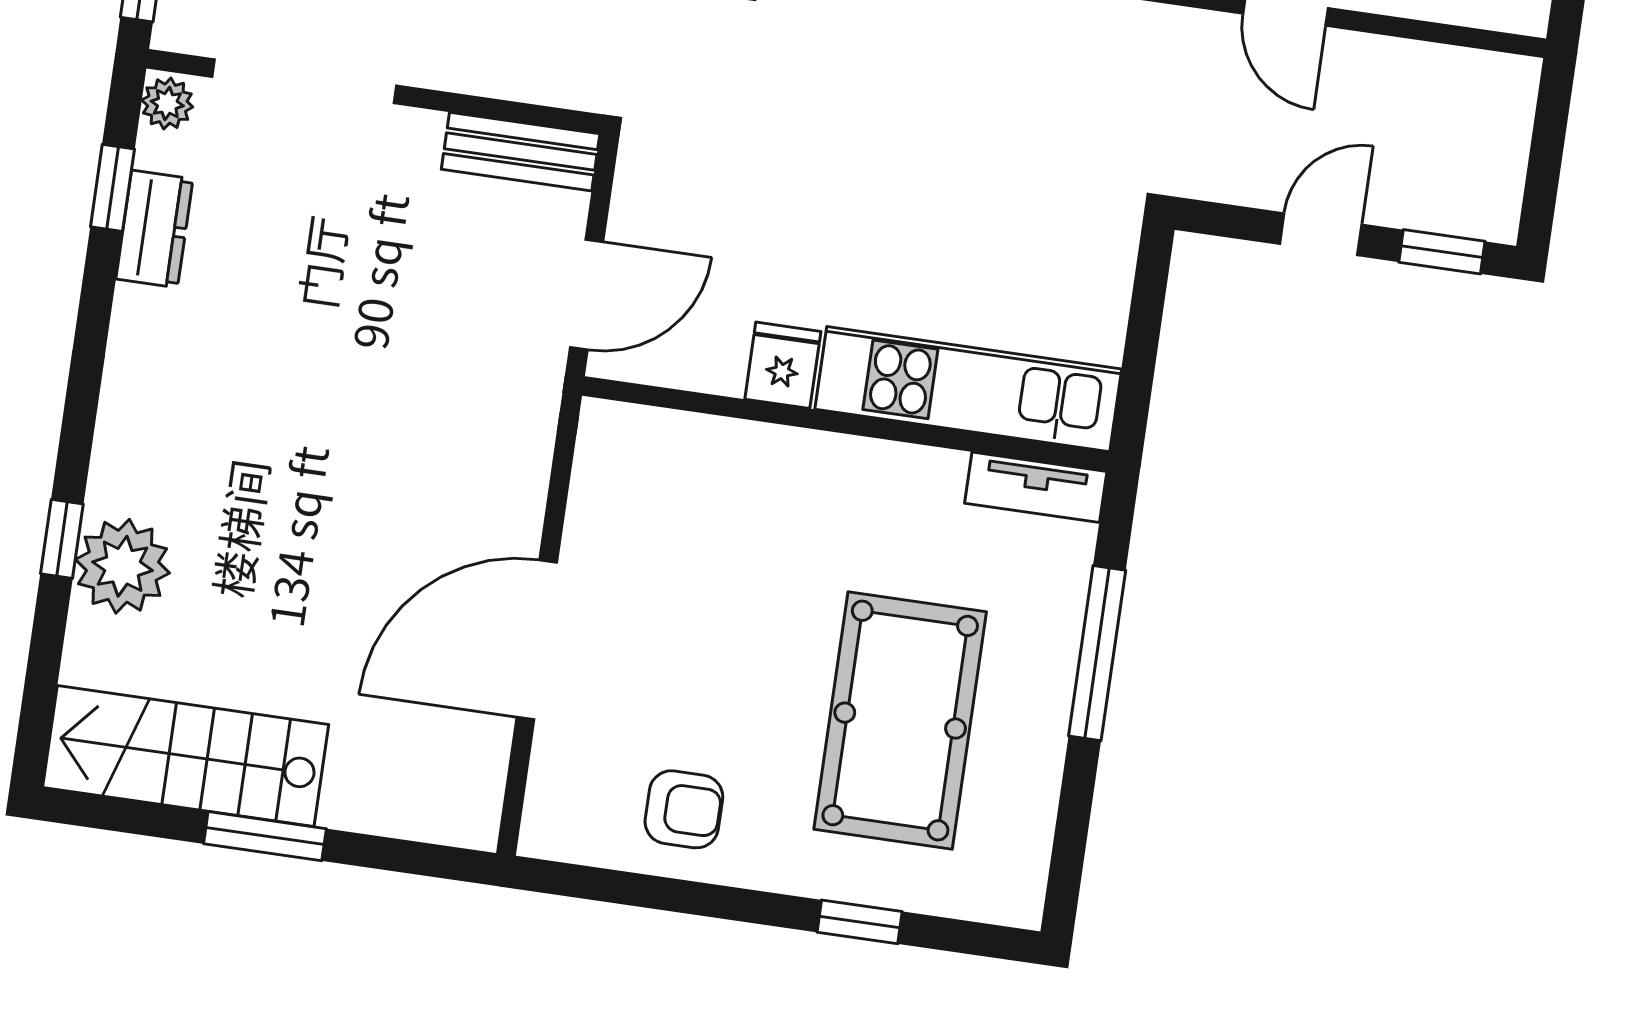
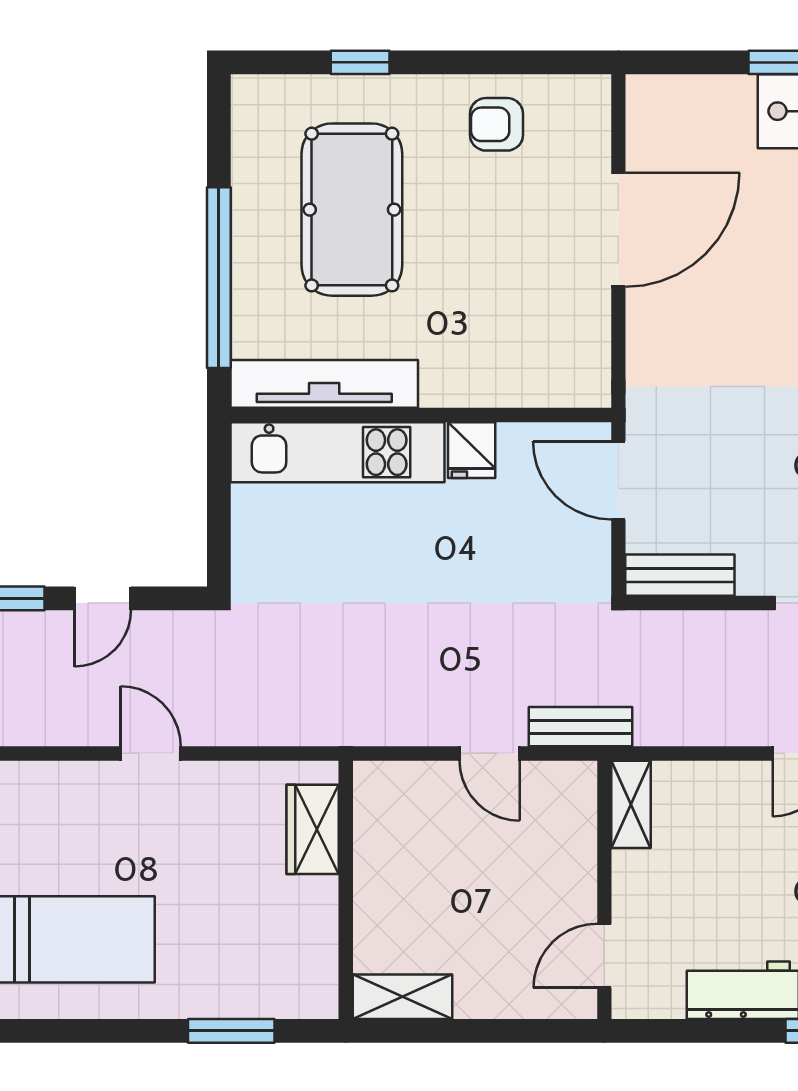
door: (587, 294) -> (618, 480), hinge flipped
tv unit: (1036, 487) -> (324, 384), width x1.92, depth x1.29
window: (1097, 653) -> (219, 278), width x1.46

